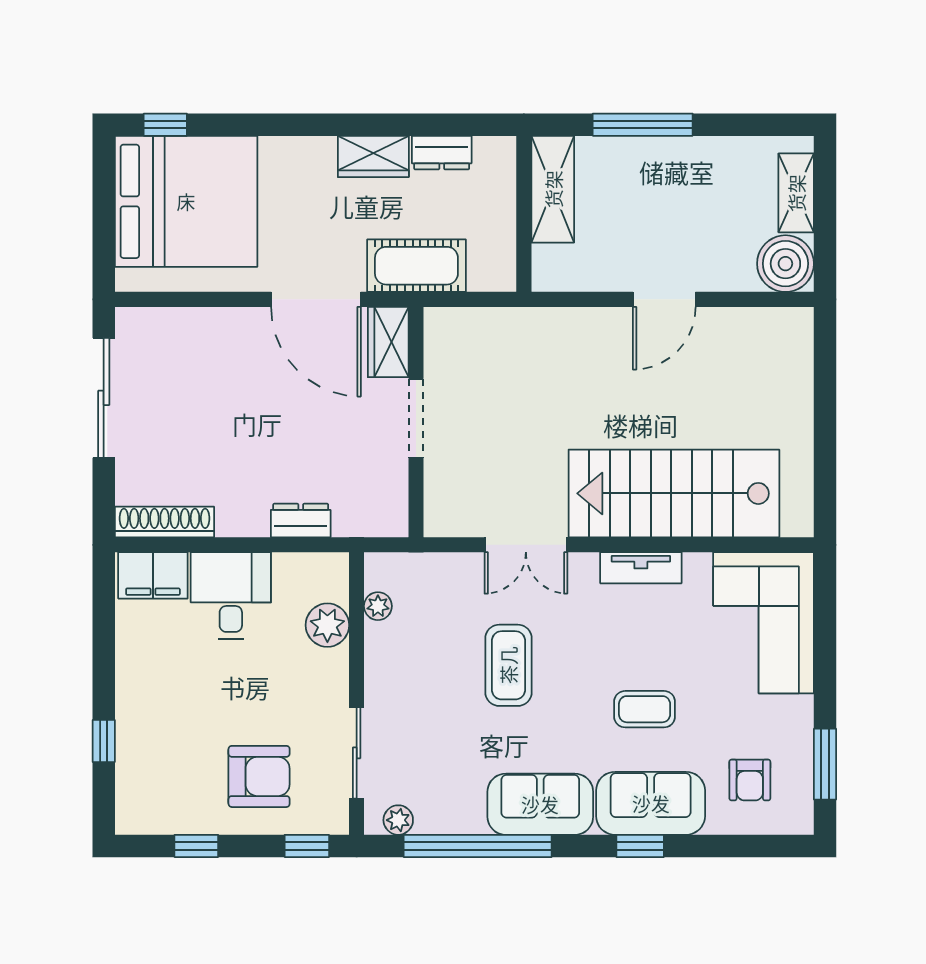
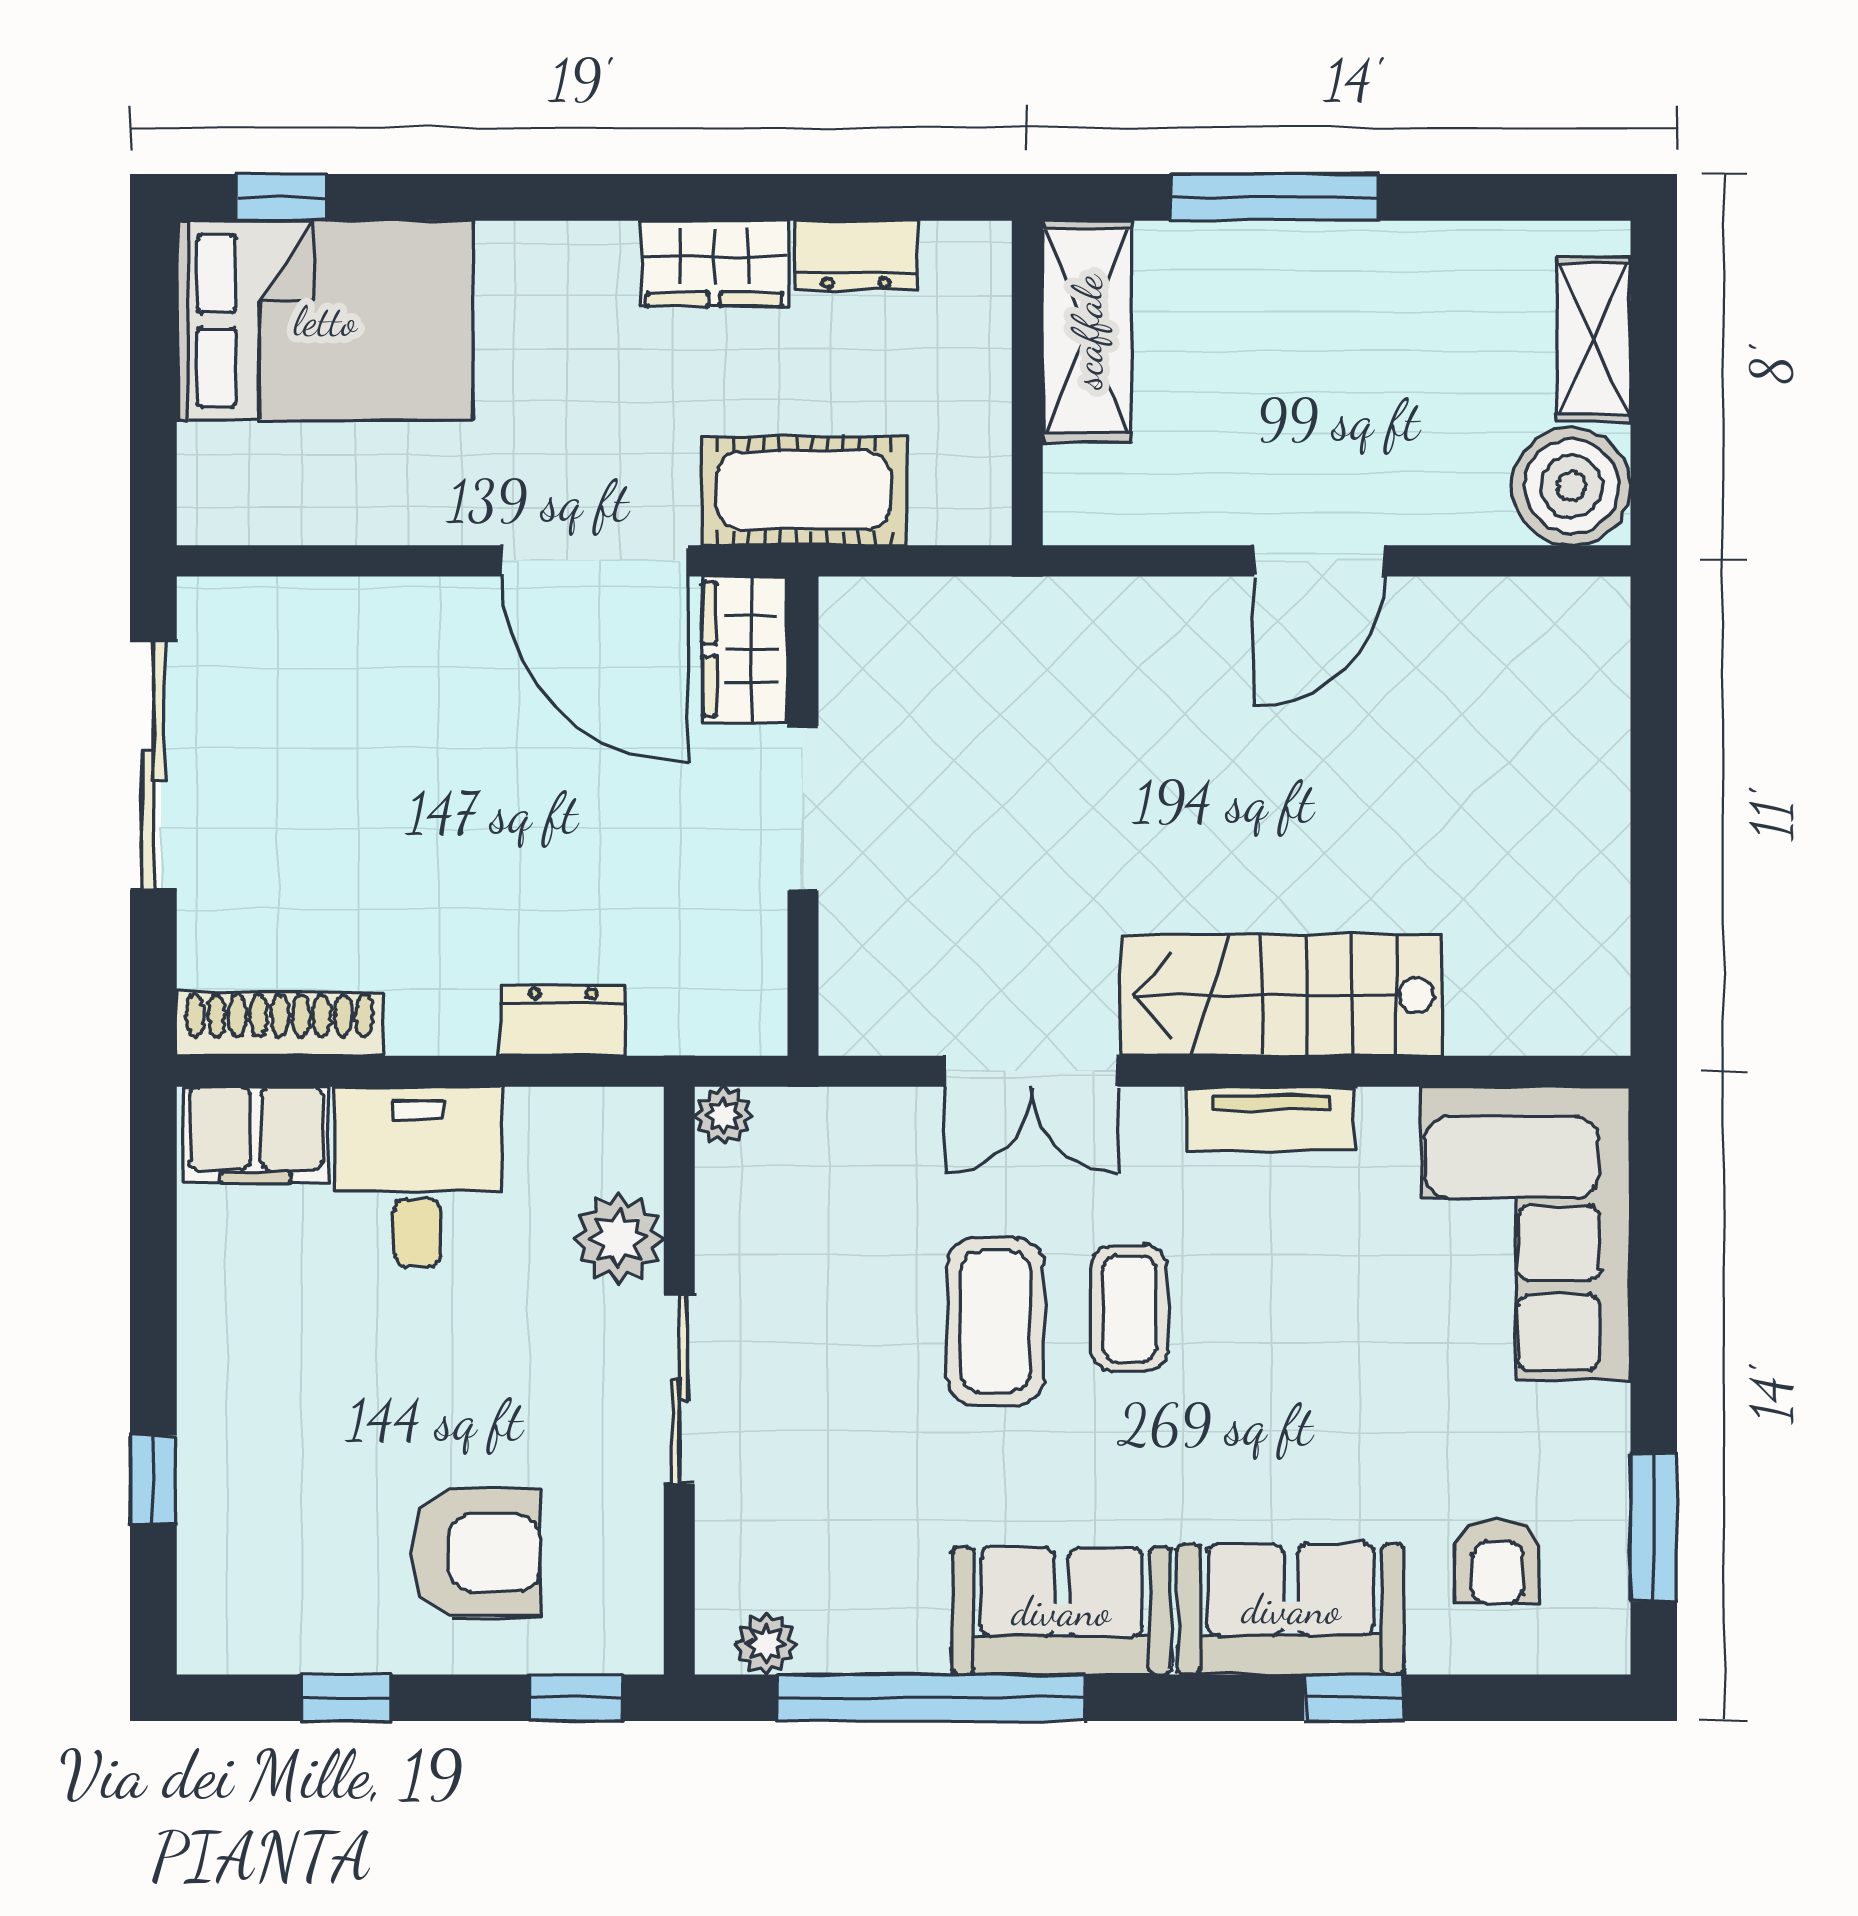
bed: (186, 201) -> (325, 321), width x0.73
stairs: (674, 493) -> (1281, 995), width x0.73, depth x0.66
plant: (378, 606) -> (724, 1116), moved
coffee table: (645, 709) -> (1129, 1309), moved, turned 90
sliding door: (357, 753) -> (679, 1389), moved
window: (640, 846) -> (1354, 1698), moved

